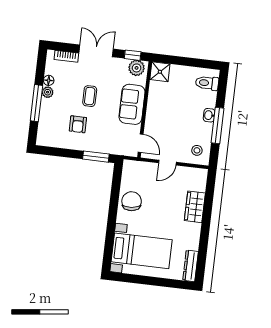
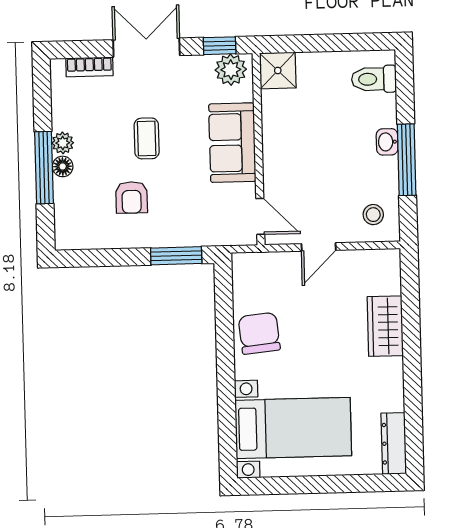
floor lamp: (49, 80) -> (63, 166), moved

